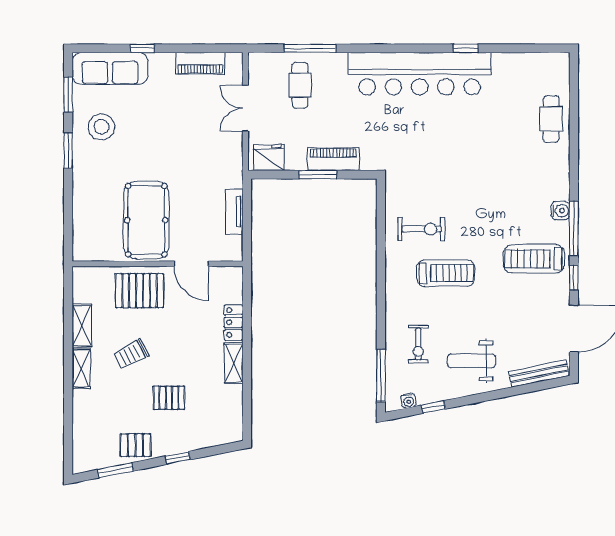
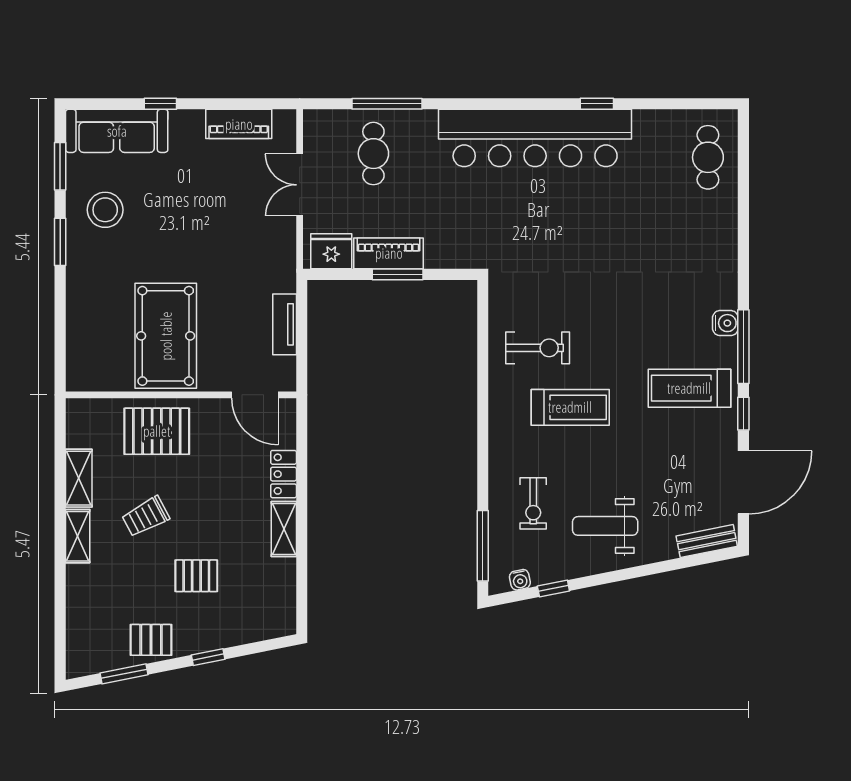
cafe table: (551, 119) -> (708, 157), moved
piano: (333, 159) -> (389, 253), moved
door: (191, 264) -> (255, 395), moved
bench: (539, 374) -> (707, 541), width x0.73

